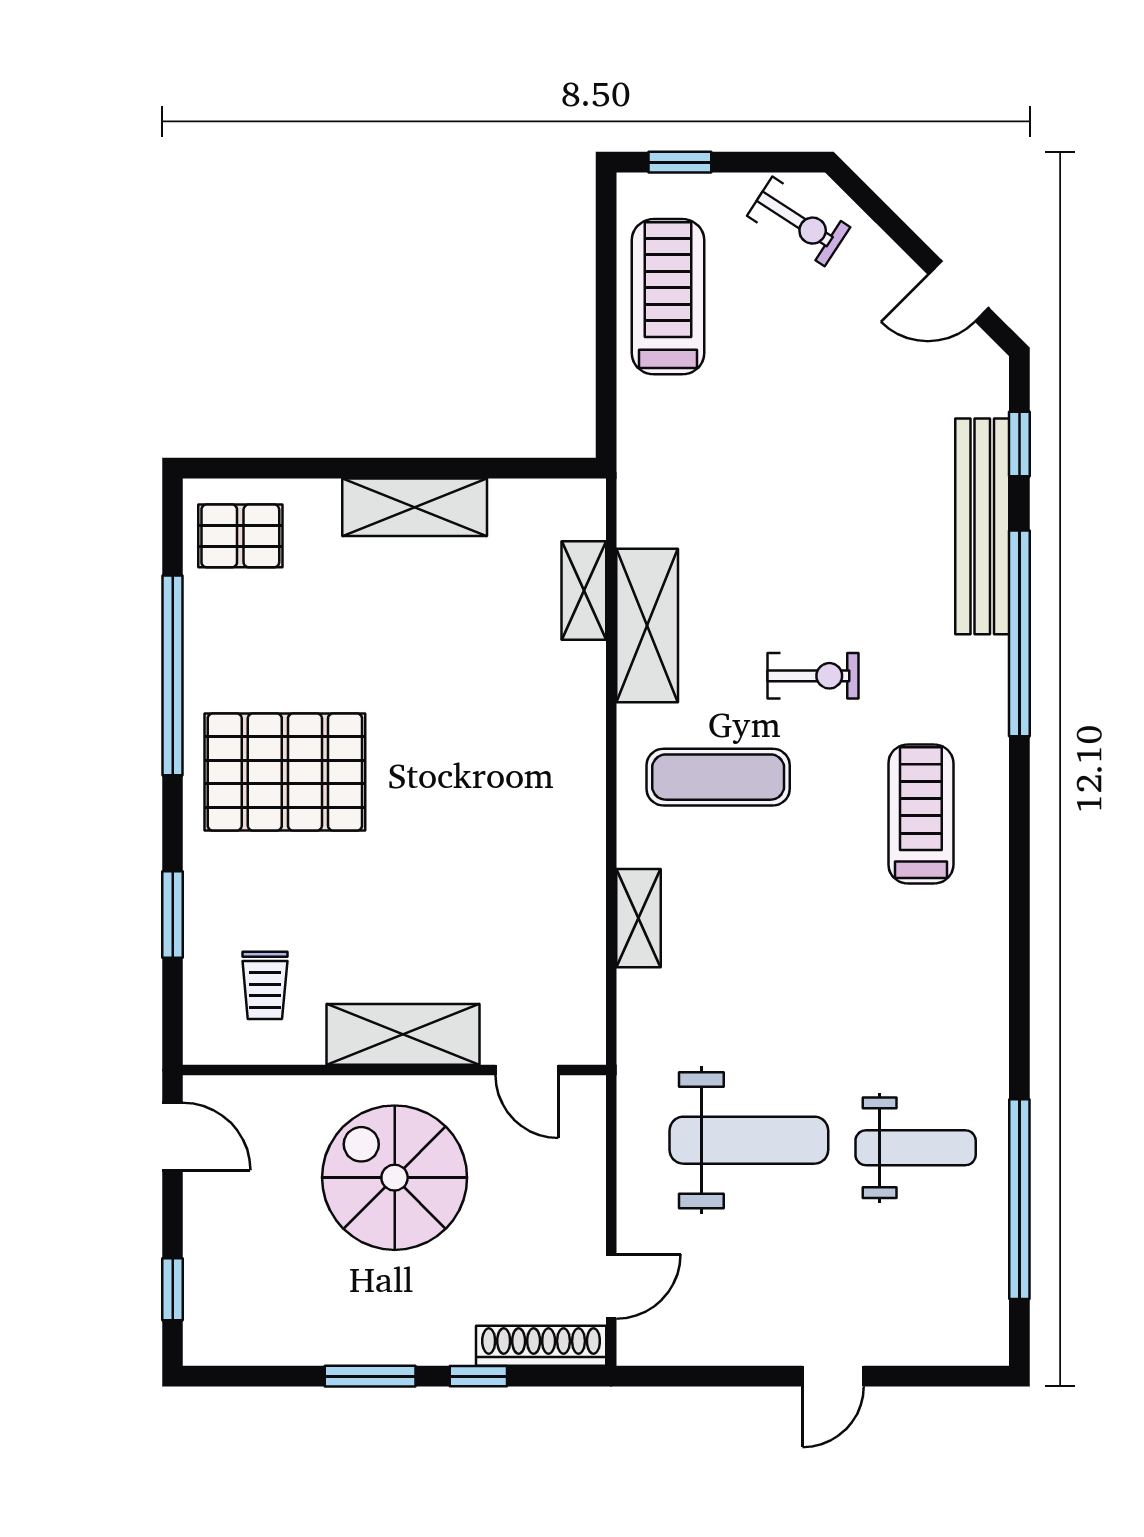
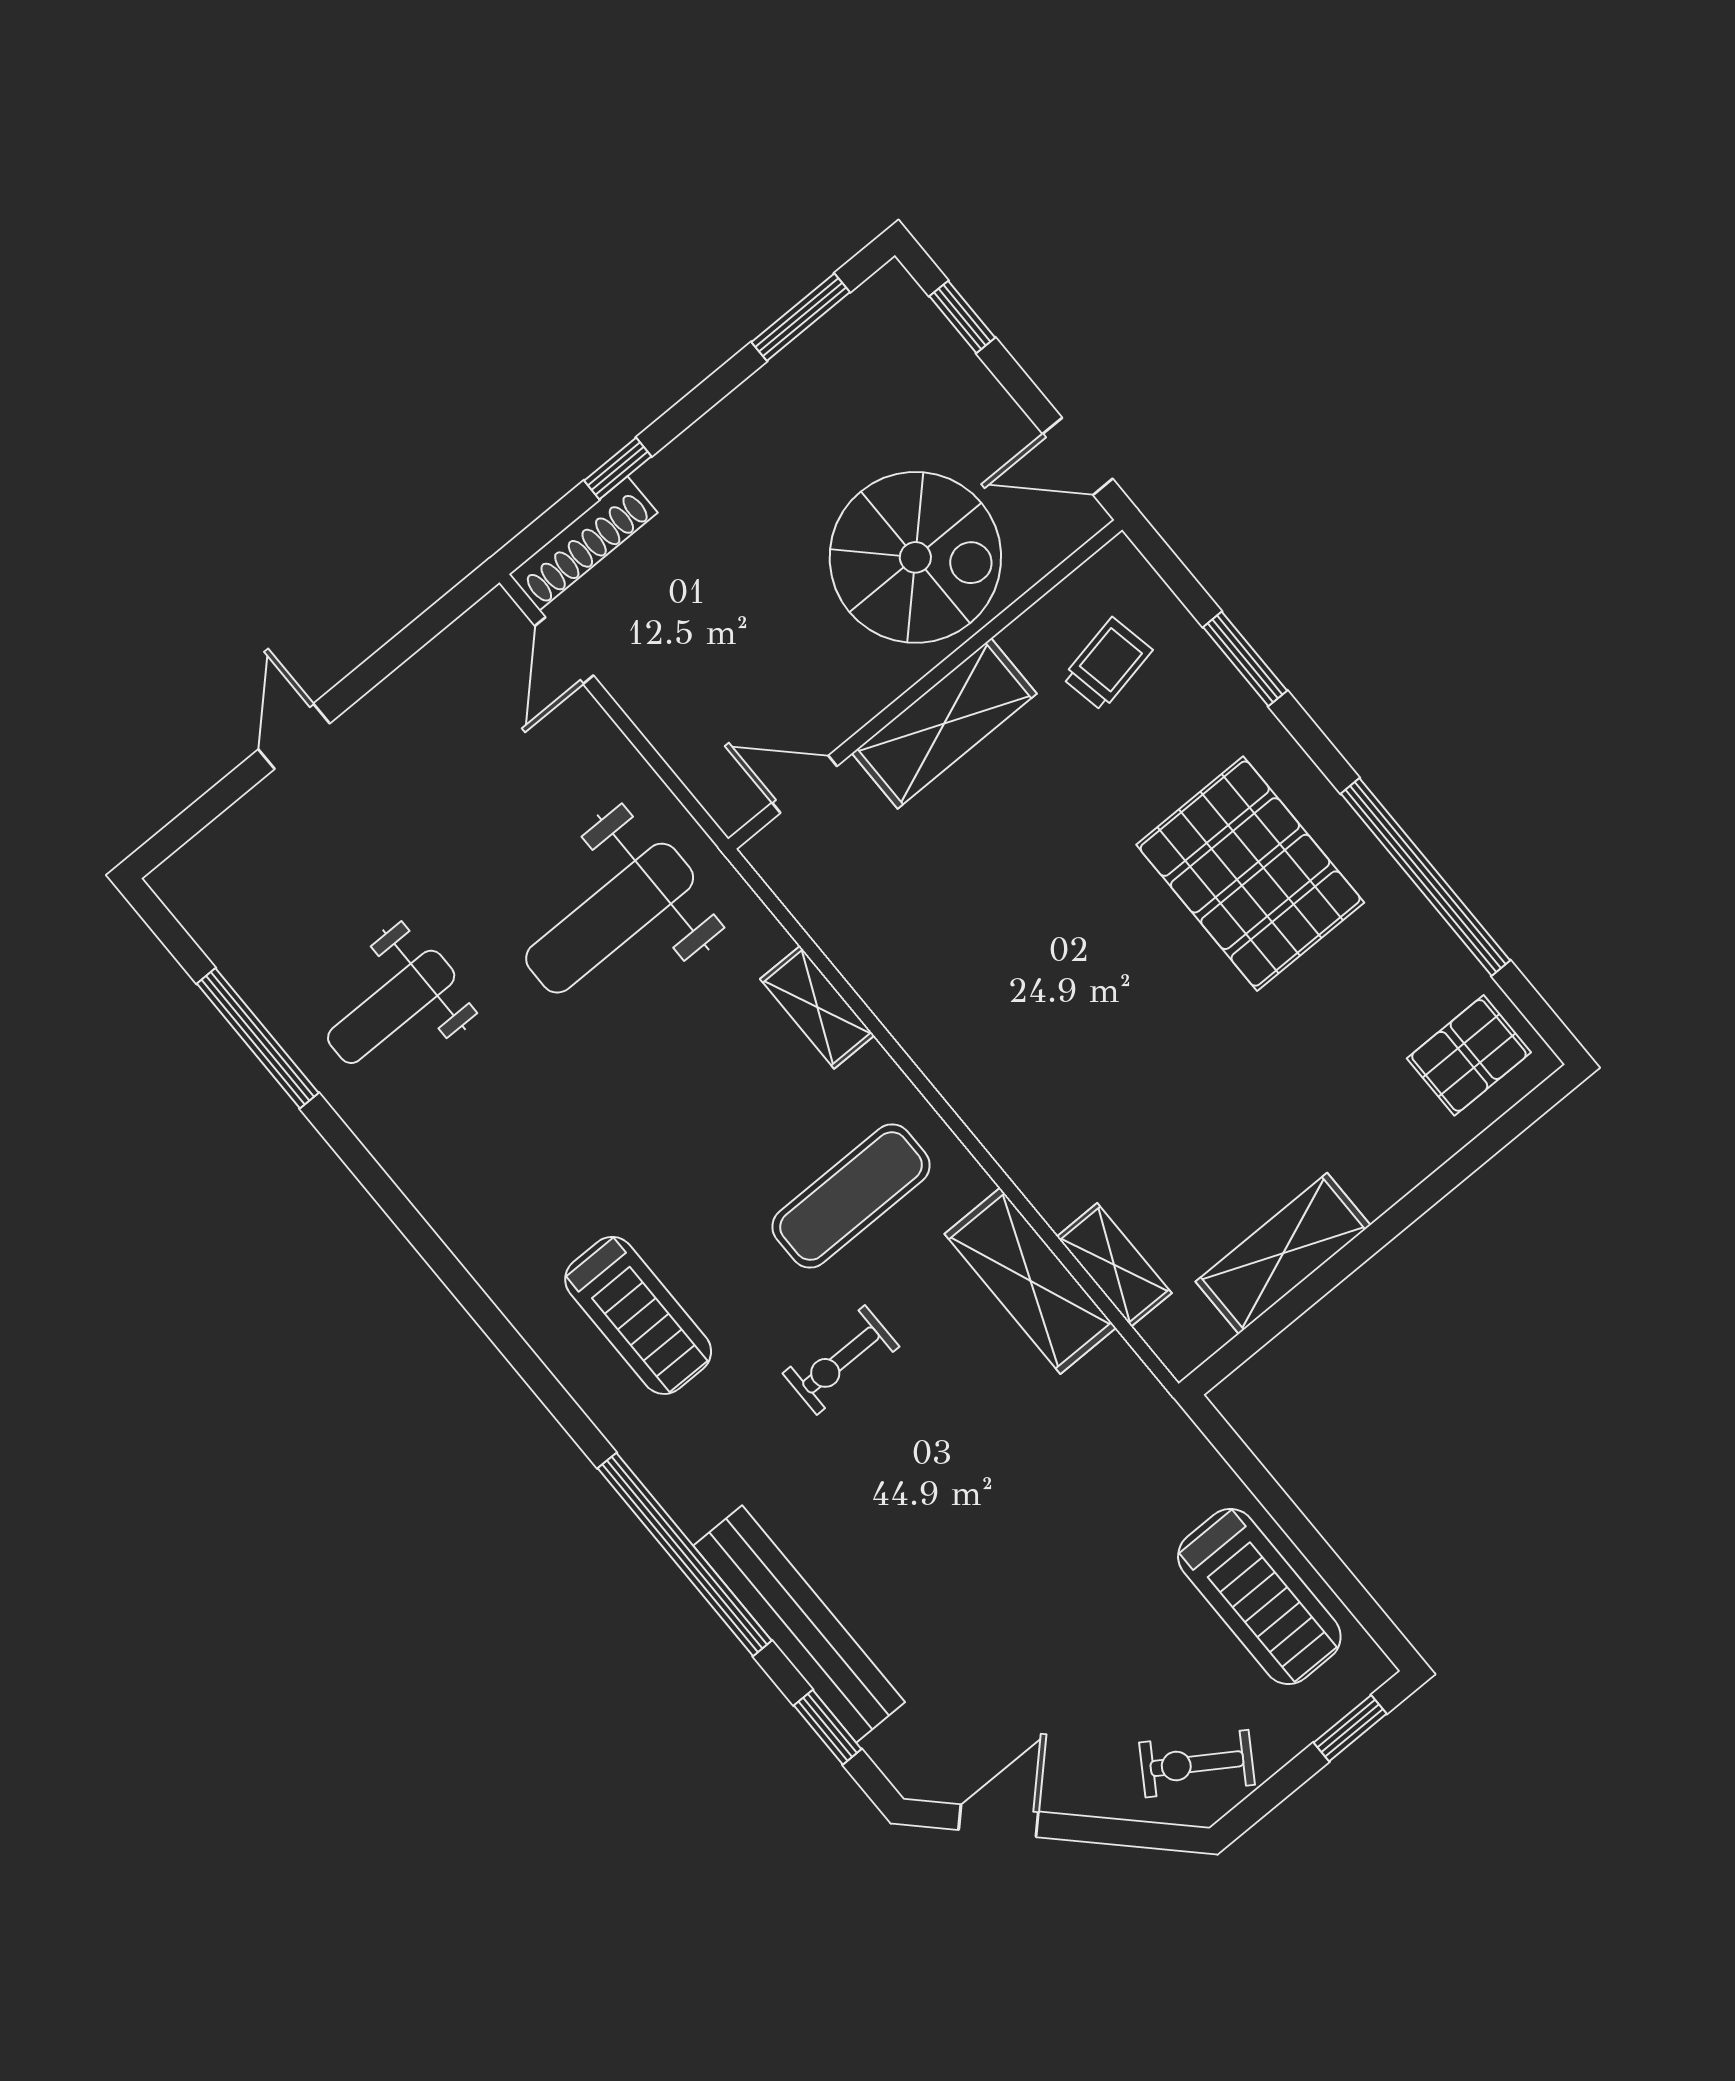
shelving: (415, 507) -> (1283, 1253), moved
pallet: (285, 772) -> (1250, 874), turned 90
trolley: (265, 985) -> (1107, 664), turned 79
weight bench: (749, 1140) -> (610, 918), moved
spiral stairs: (395, 1178) -> (915, 557), moved
window: (1019, 1199) -> (258, 1038), width x0.68
window: (370, 1376) -> (801, 317), moved

